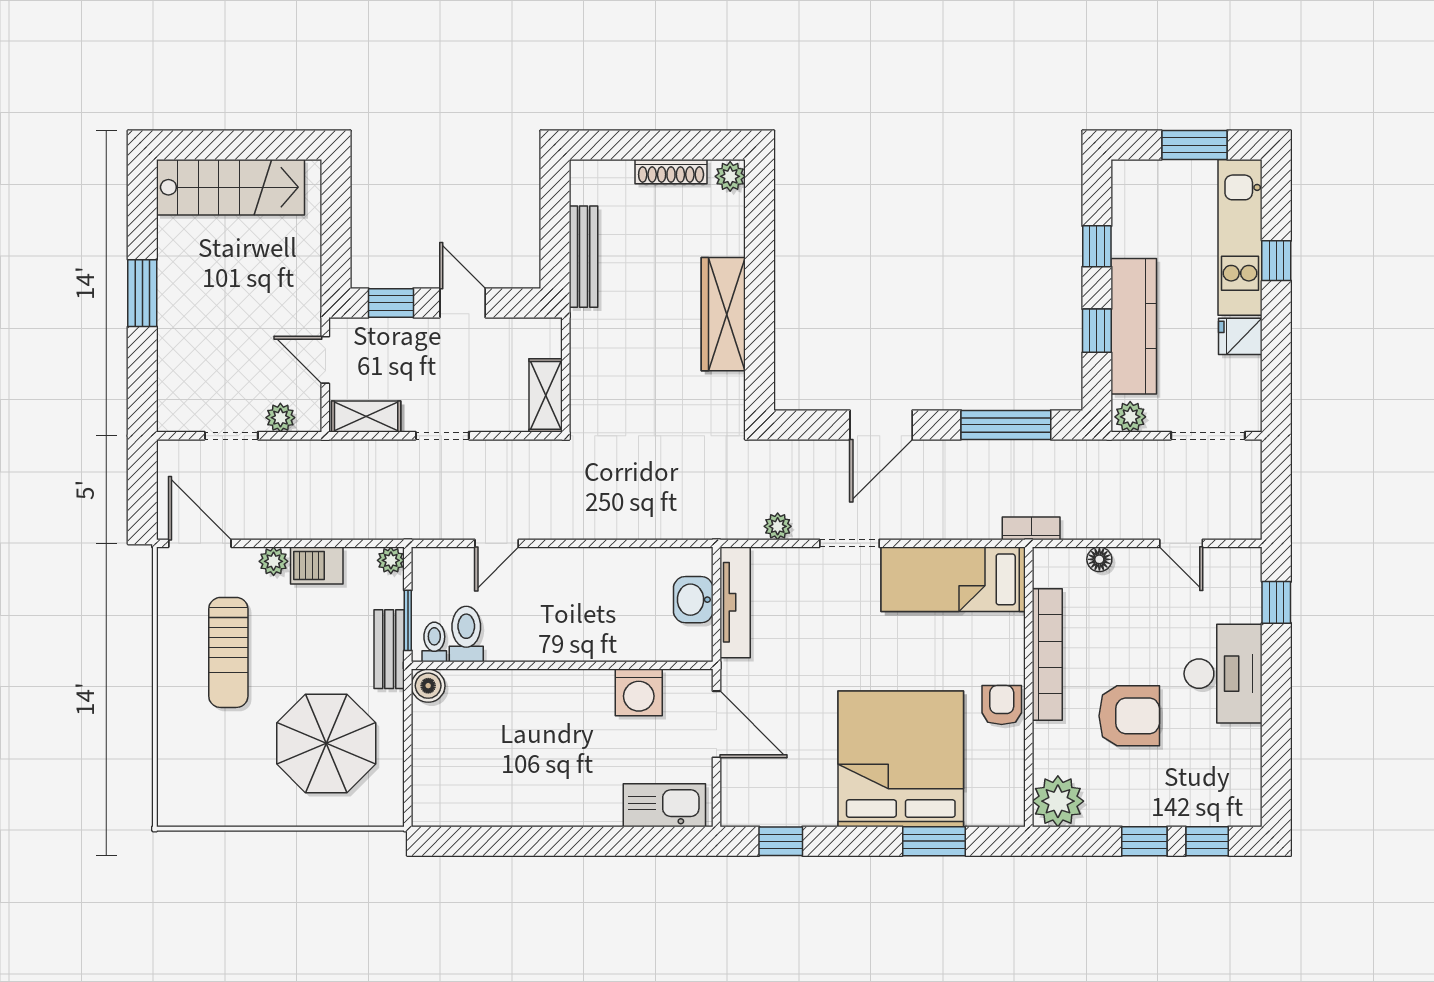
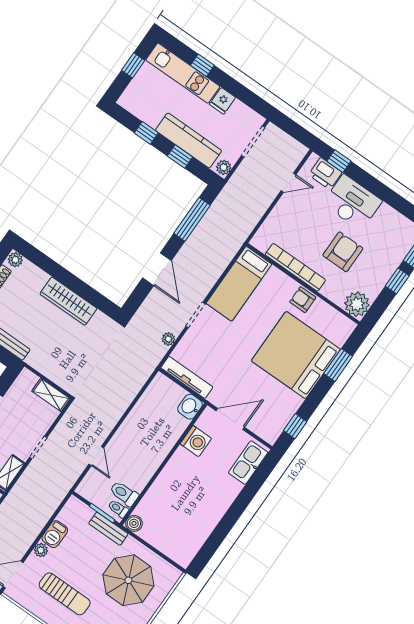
window: (1194, 145) -> (133, 65), width x0.67
bookcase: (1031, 528) -> (240, 238), removed
floor lamp: (1099, 559) -> (272, 220), removed
plant: (391, 560) -> (73, 503), removed
printer: (1239, 594) -> (325, 174), added
washbasin: (693, 600) -> (190, 407), moved, turned 90

